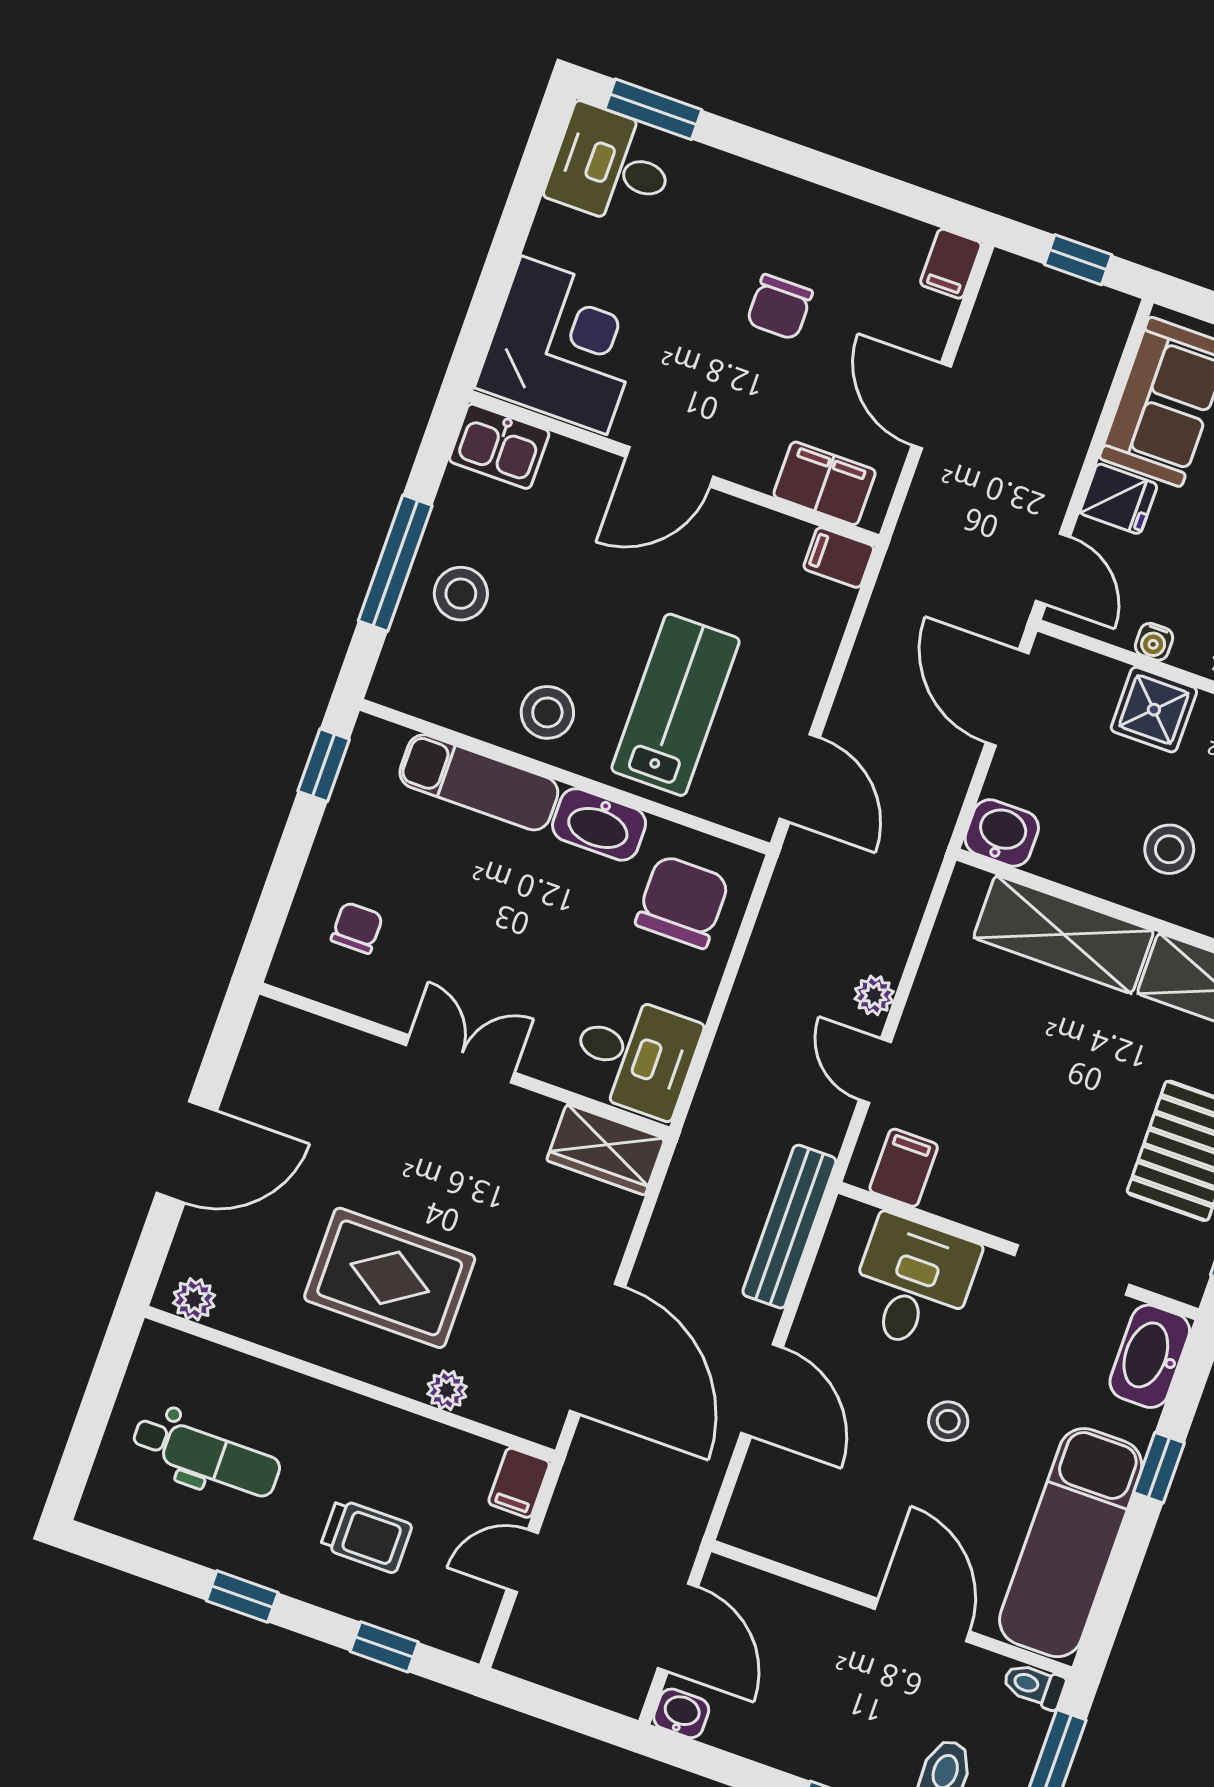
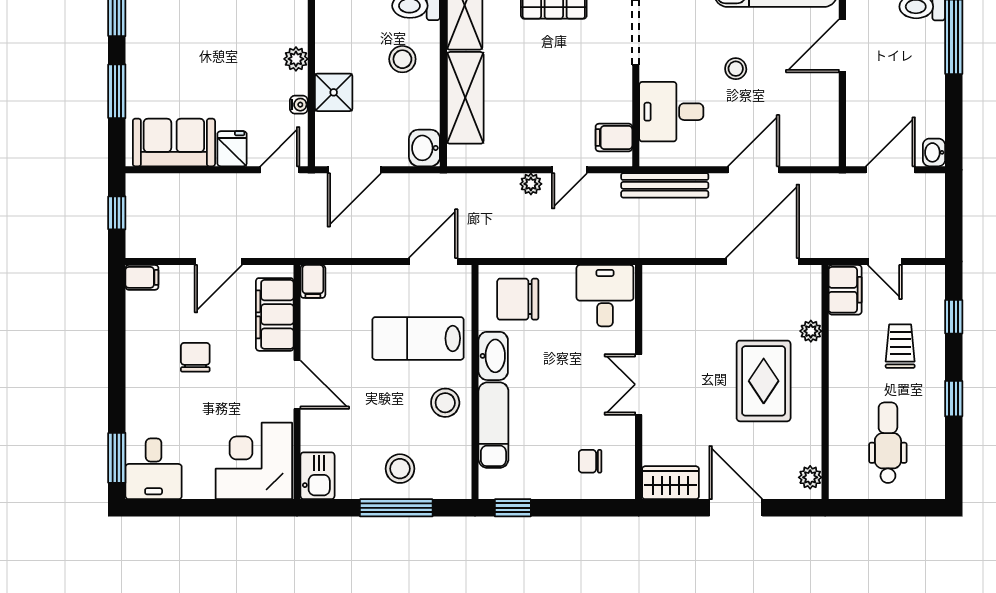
chair: (780, 307) -> (195, 357), turned -90
filing cabinet: (825, 483) -> (275, 314), width x1.50, depth x1.17
wardrobe: (606, 1149) -> (670, 483), moved, turned -90
filing cabinet: (519, 1483) -> (845, 290), width x2.00

